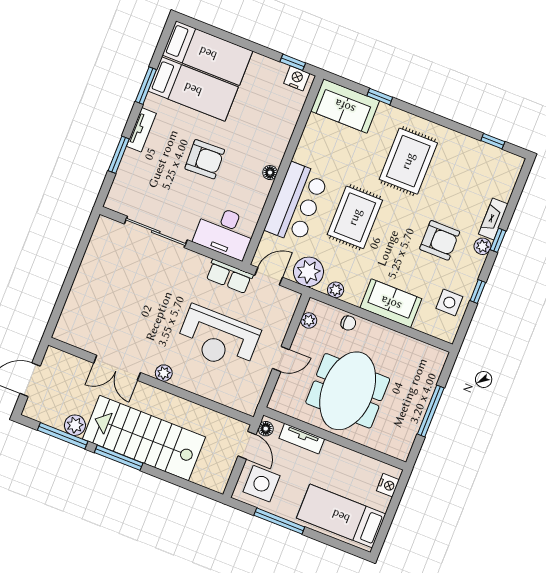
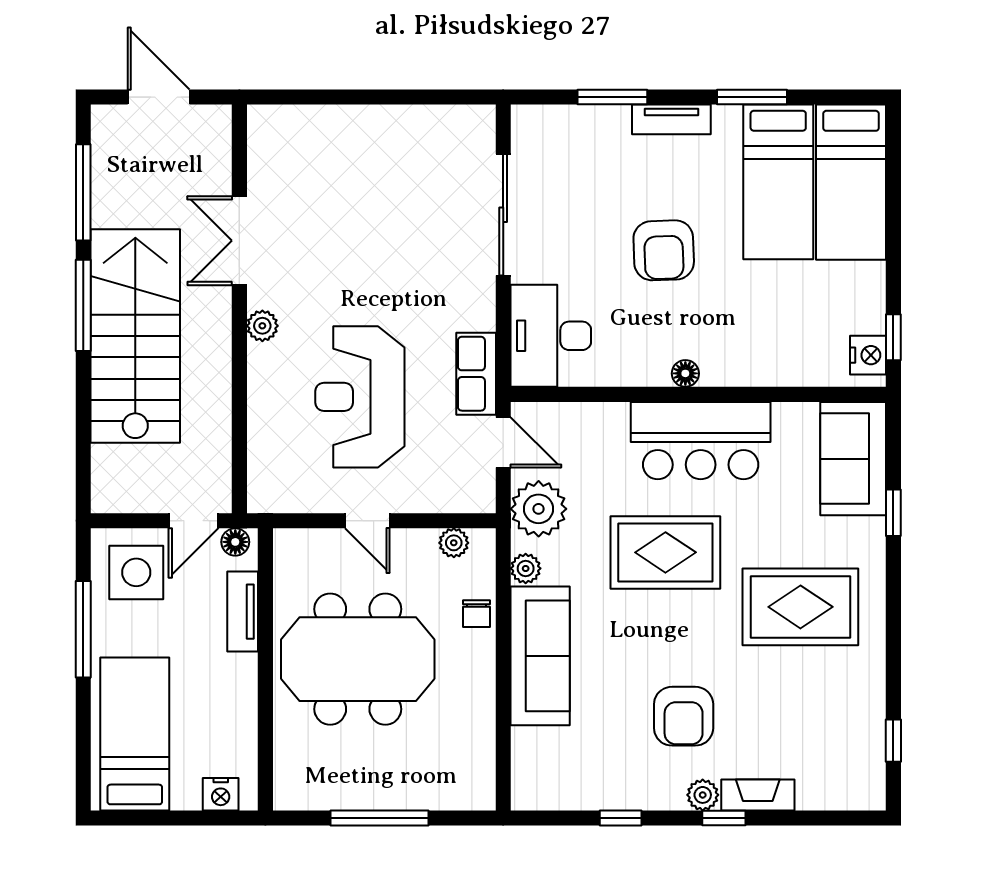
bar counter: (296, 203) -> (701, 441), moved
sofa: (391, 303) -> (540, 656), width x1.36
side table: (449, 303) -> (582, 776), removed
plant: (75, 425) -> (110, 207), removed

